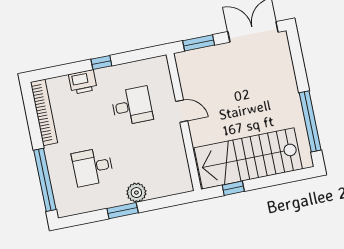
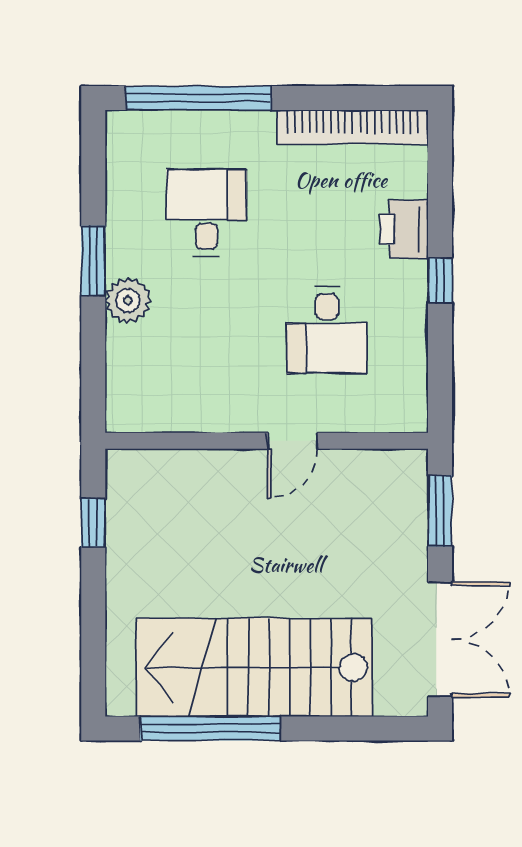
stairs: (248, 158) -> (254, 667), moved, turned -90

